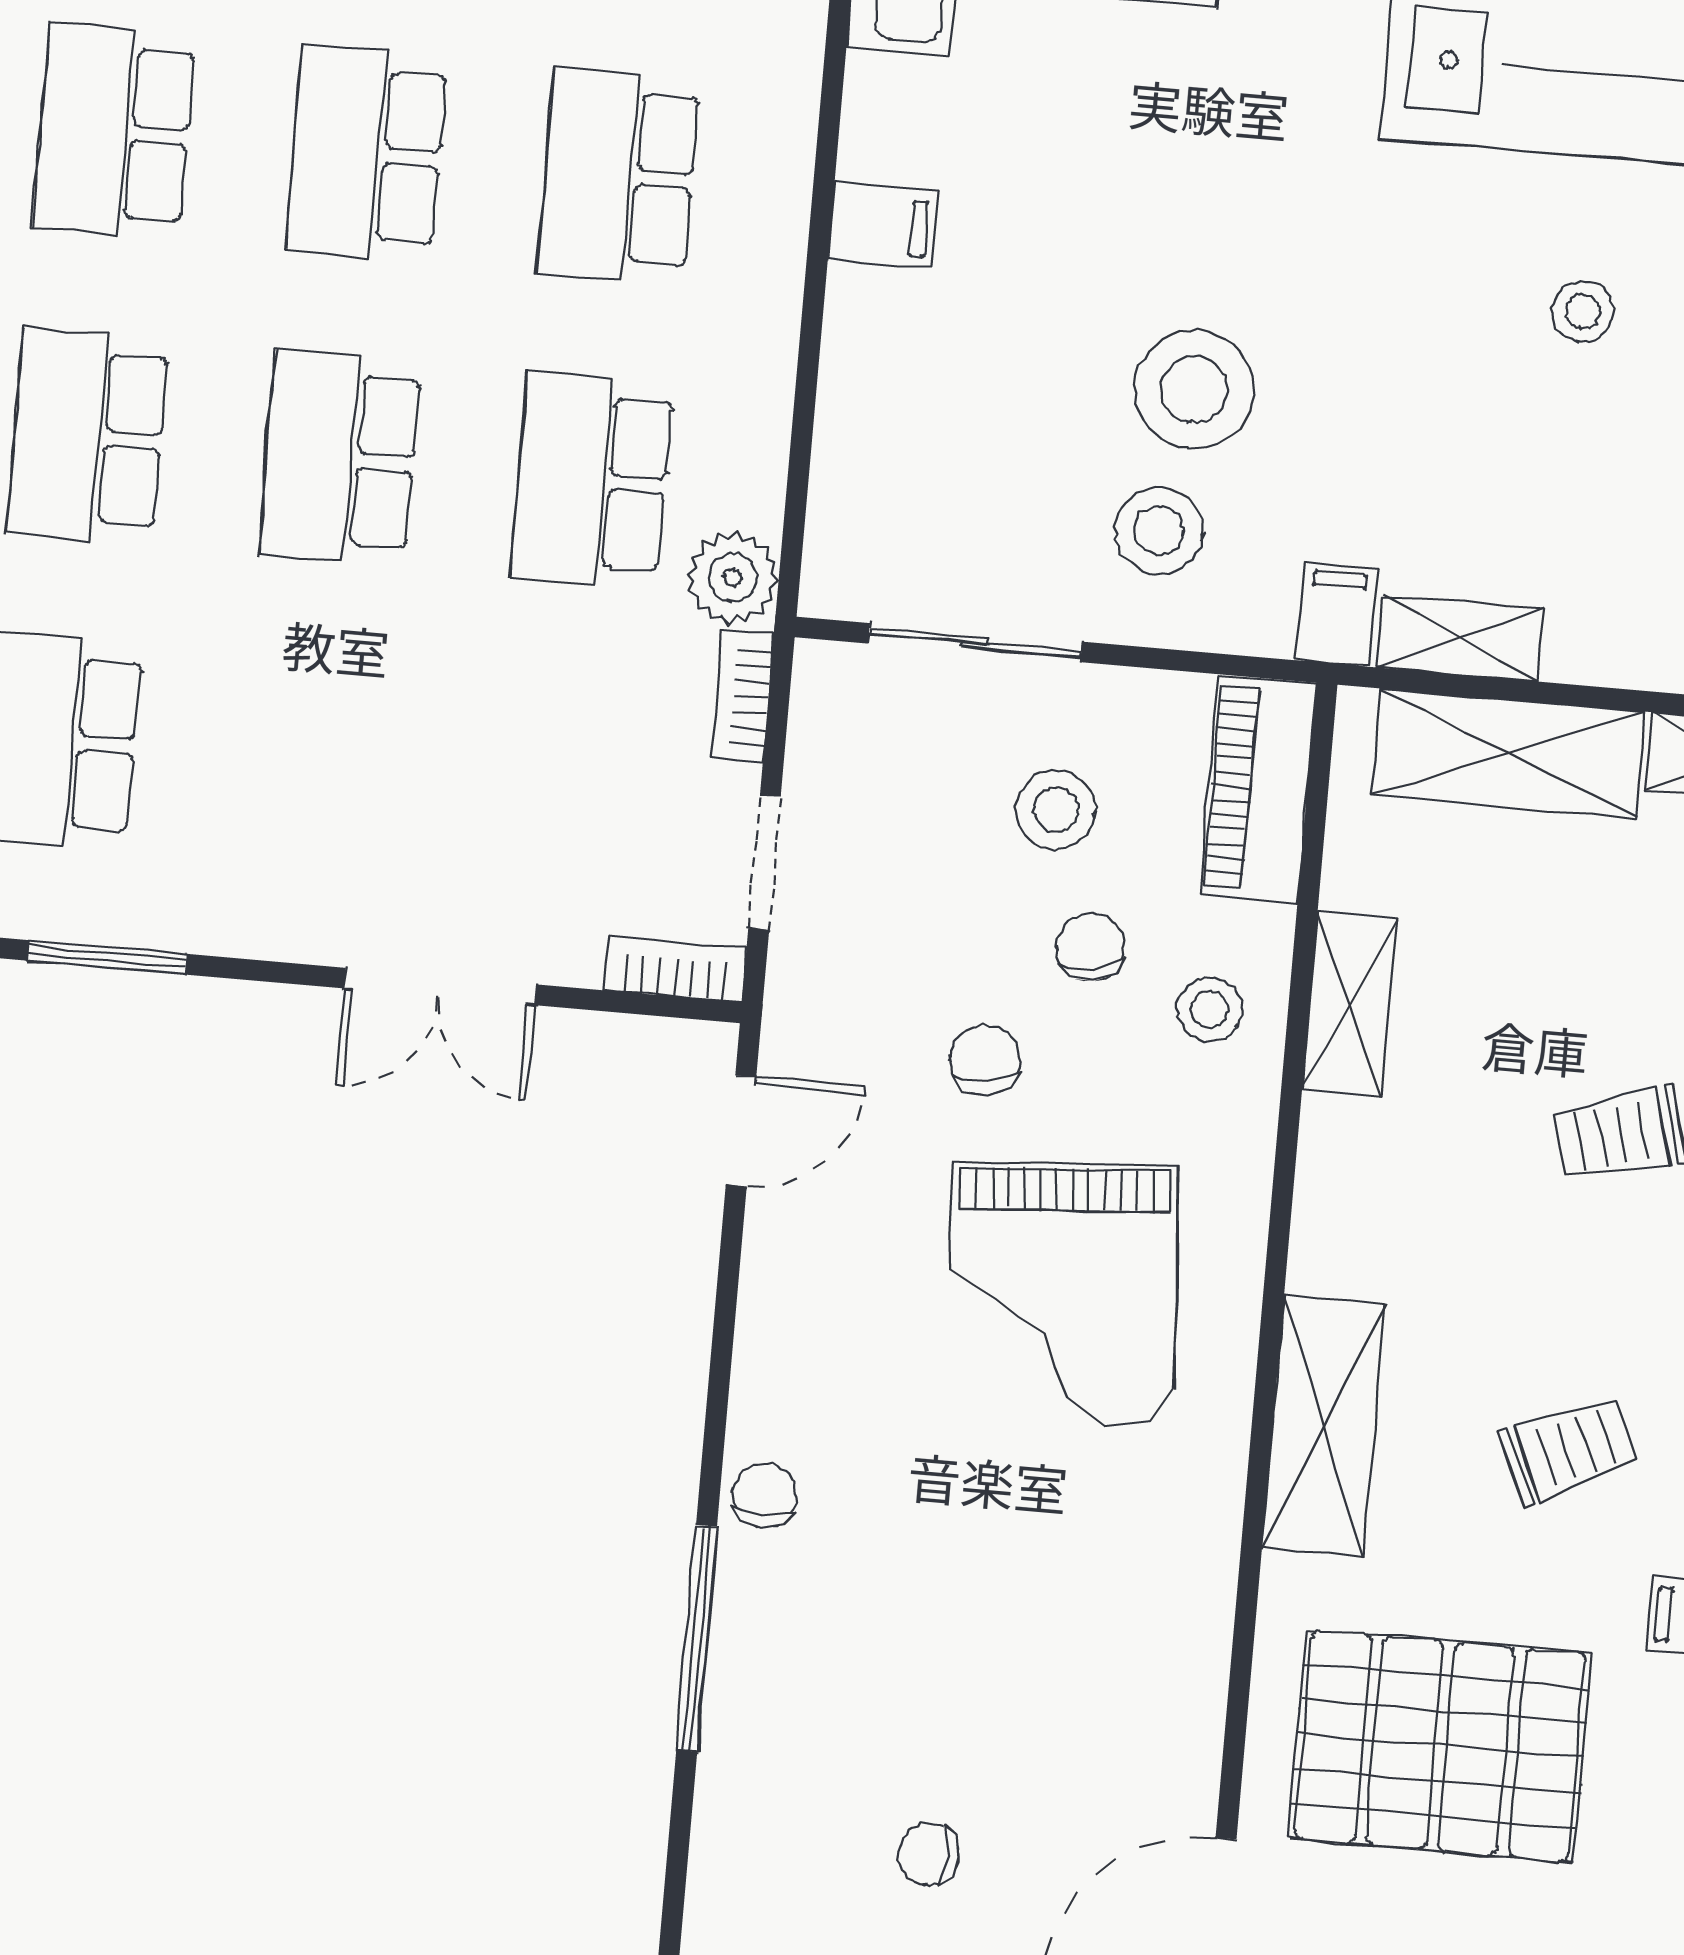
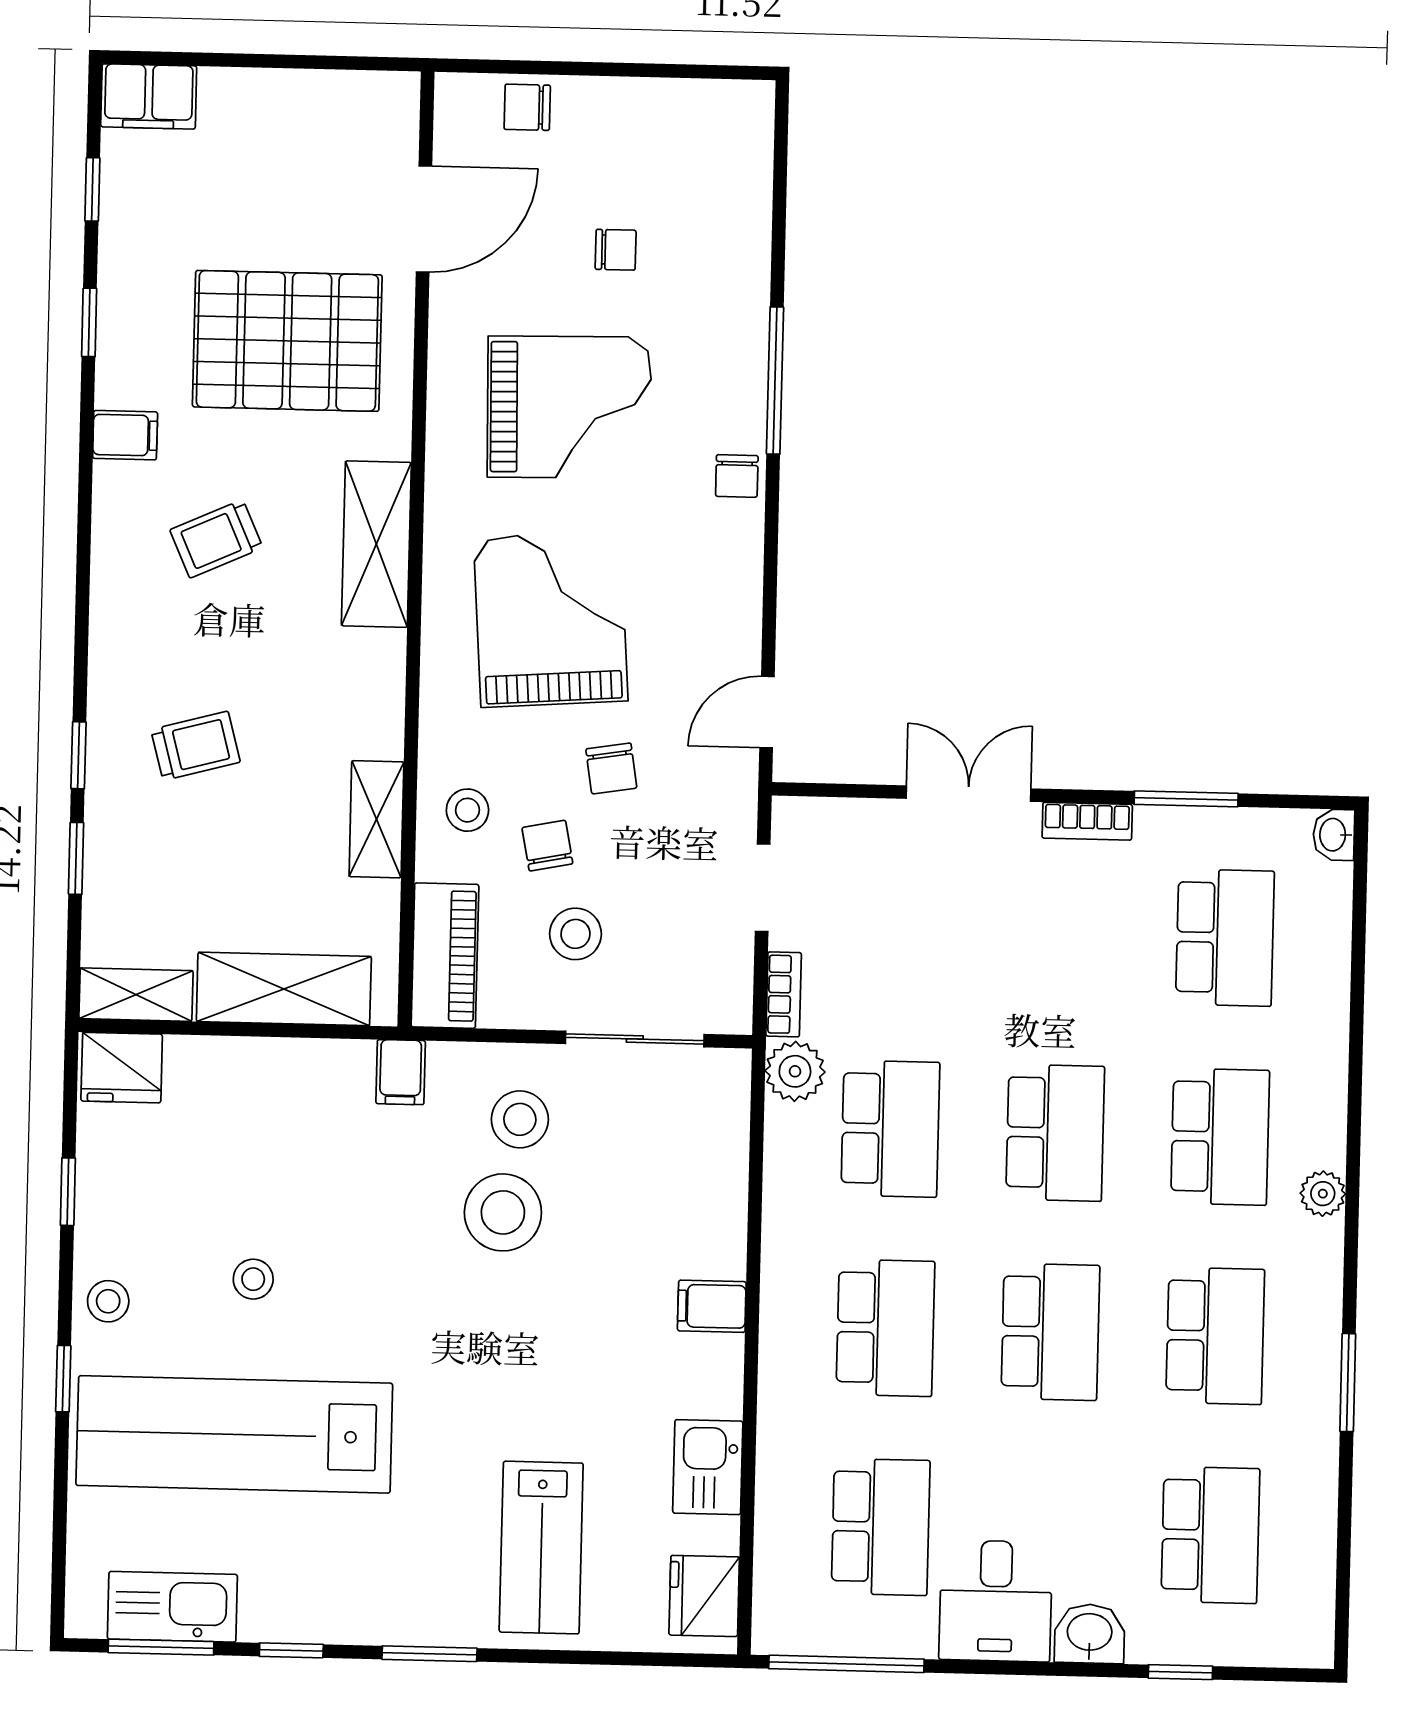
shelving: (1460, 638) -> (320, 1062), removed
chair: (1090, 947) -> (547, 846), turned 180
bookcase: (676, 969) -> (1087, 821), moved
grand piano: (1015, 1617) -> (569, 407), added

